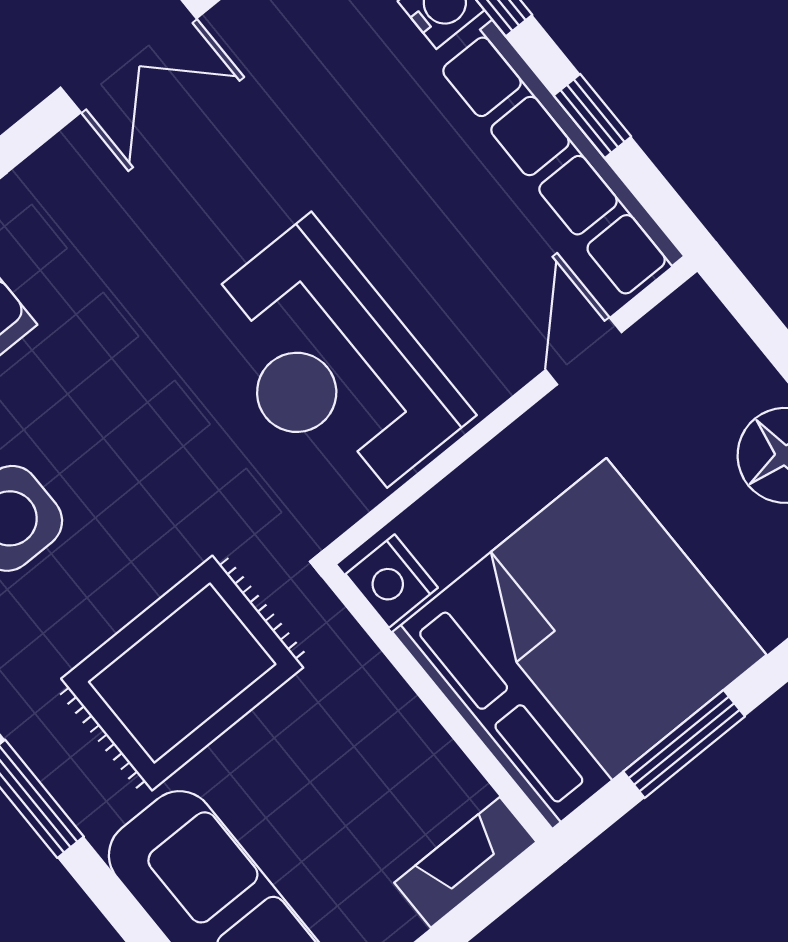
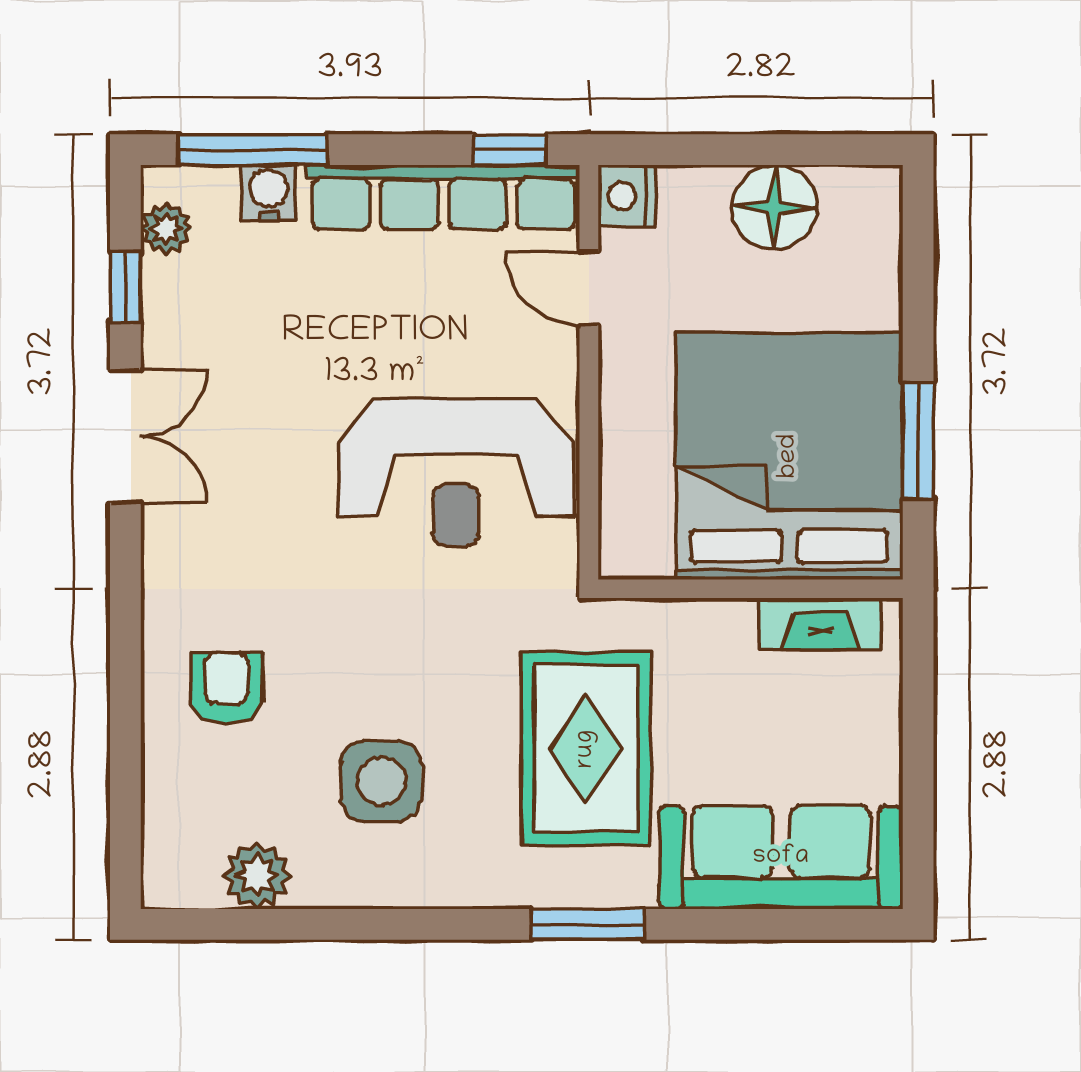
window: (593, 116) -> (510, 150), moved
nightstand: (392, 581) -> (626, 196), moved, turned 90
fireplace: (465, 862) -> (820, 624), moved, turned -90

